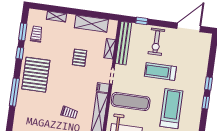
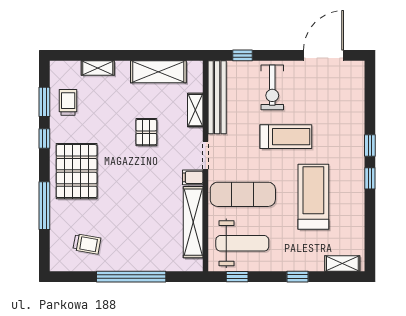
treadmill: (160, 72) -> (286, 137), turned 180
trolley: (69, 113) -> (87, 244), moved

